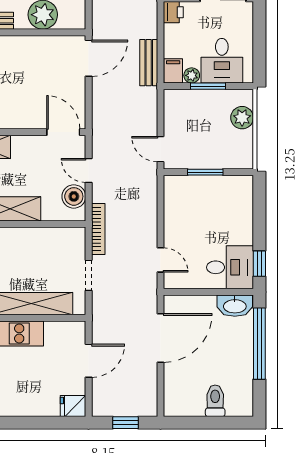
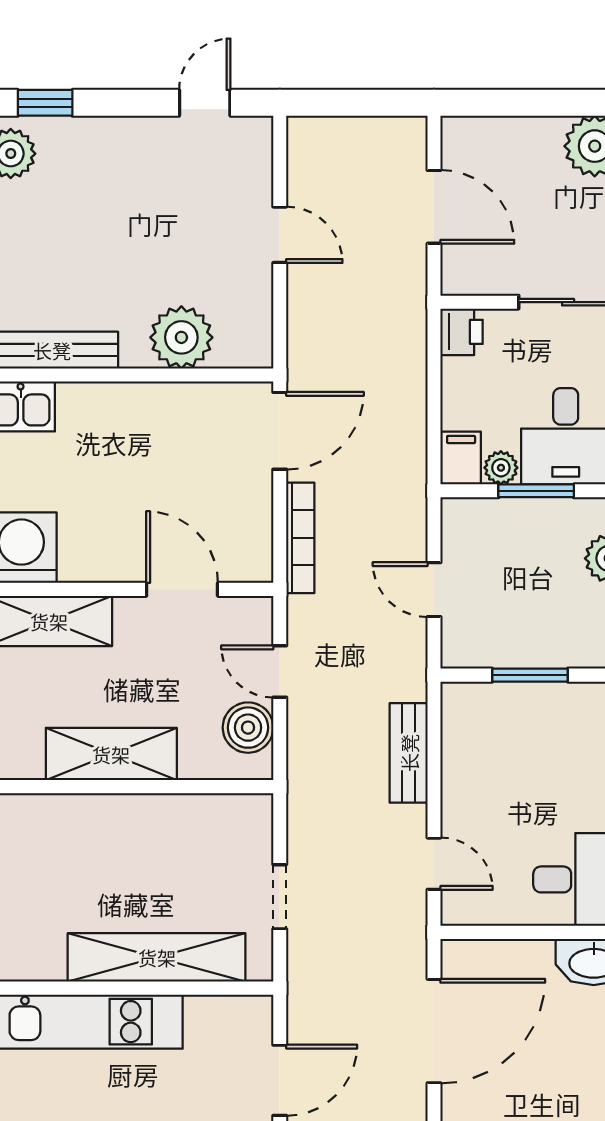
bench: (149, 63) -> (409, 753), moved
door: (63, 132) -> (182, 589), moved
door: (160, 149) -> (434, 590), moved
bookcase: (98, 229) -> (300, 538), moved

